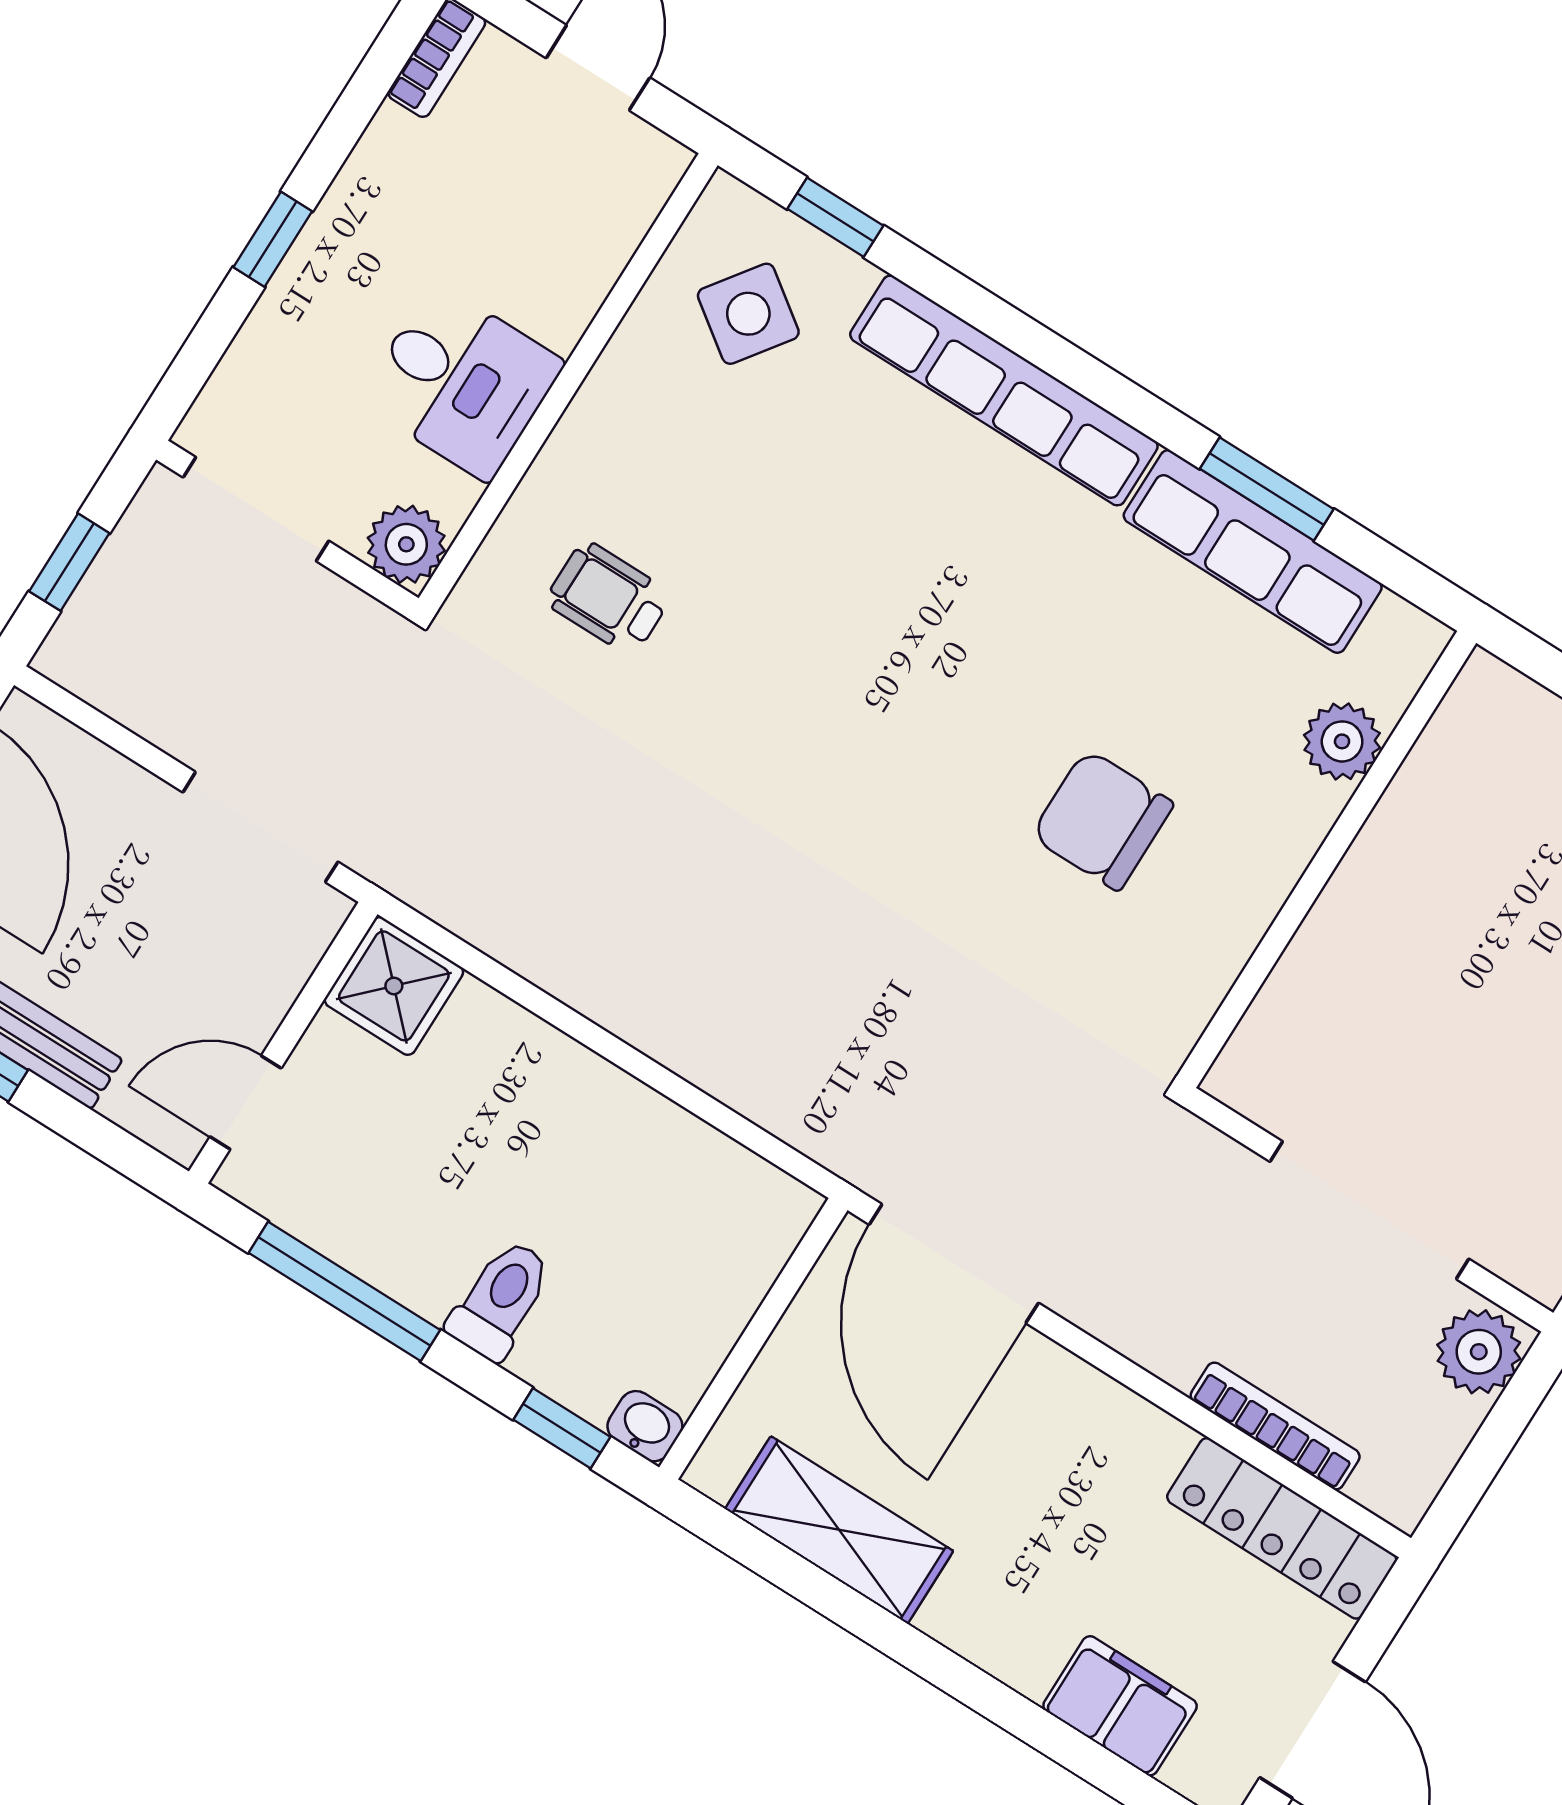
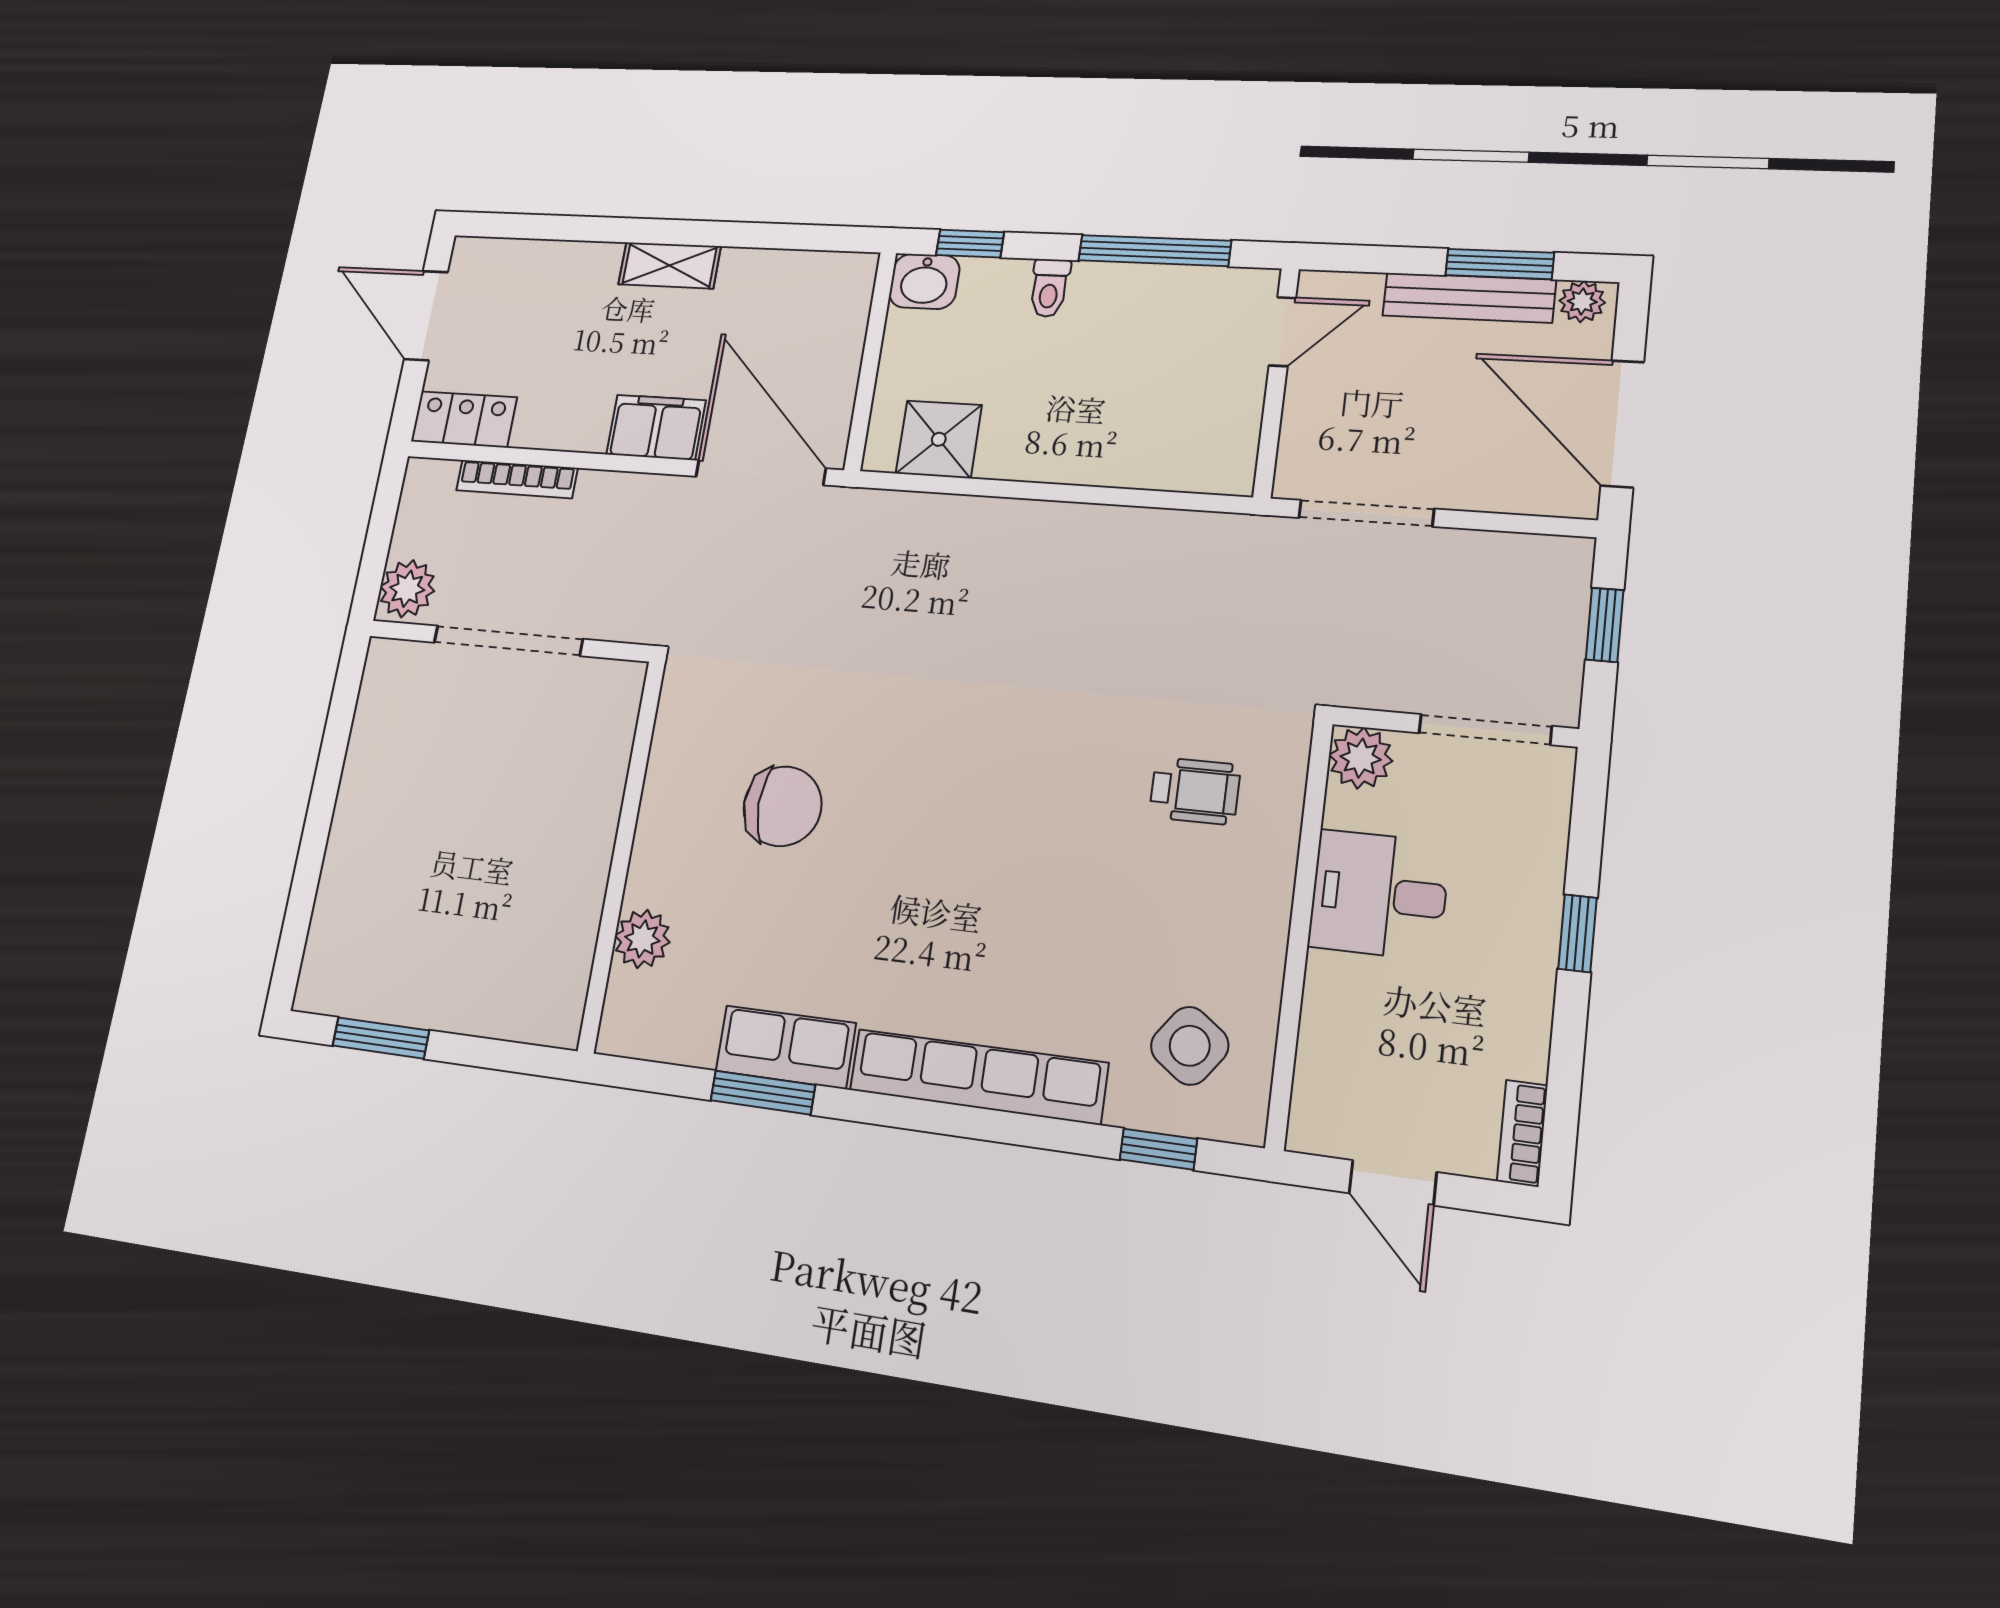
row of seats: (1253, 552) -> (786, 1047), width x0.68
shower: (394, 986) -> (939, 439), moved
toilet: (501, 1300) -> (1049, 288), width x0.73, depth x0.72
washbasin: (645, 1426) -> (924, 281), width x1.38, depth x1.45
locker: (1282, 1528) -> (464, 419), width x0.66
shelving: (839, 1530) -> (669, 265), moved, width x0.67, depth x0.75
filing cabinet: (1120, 1706) -> (656, 427), moved, turned 180

